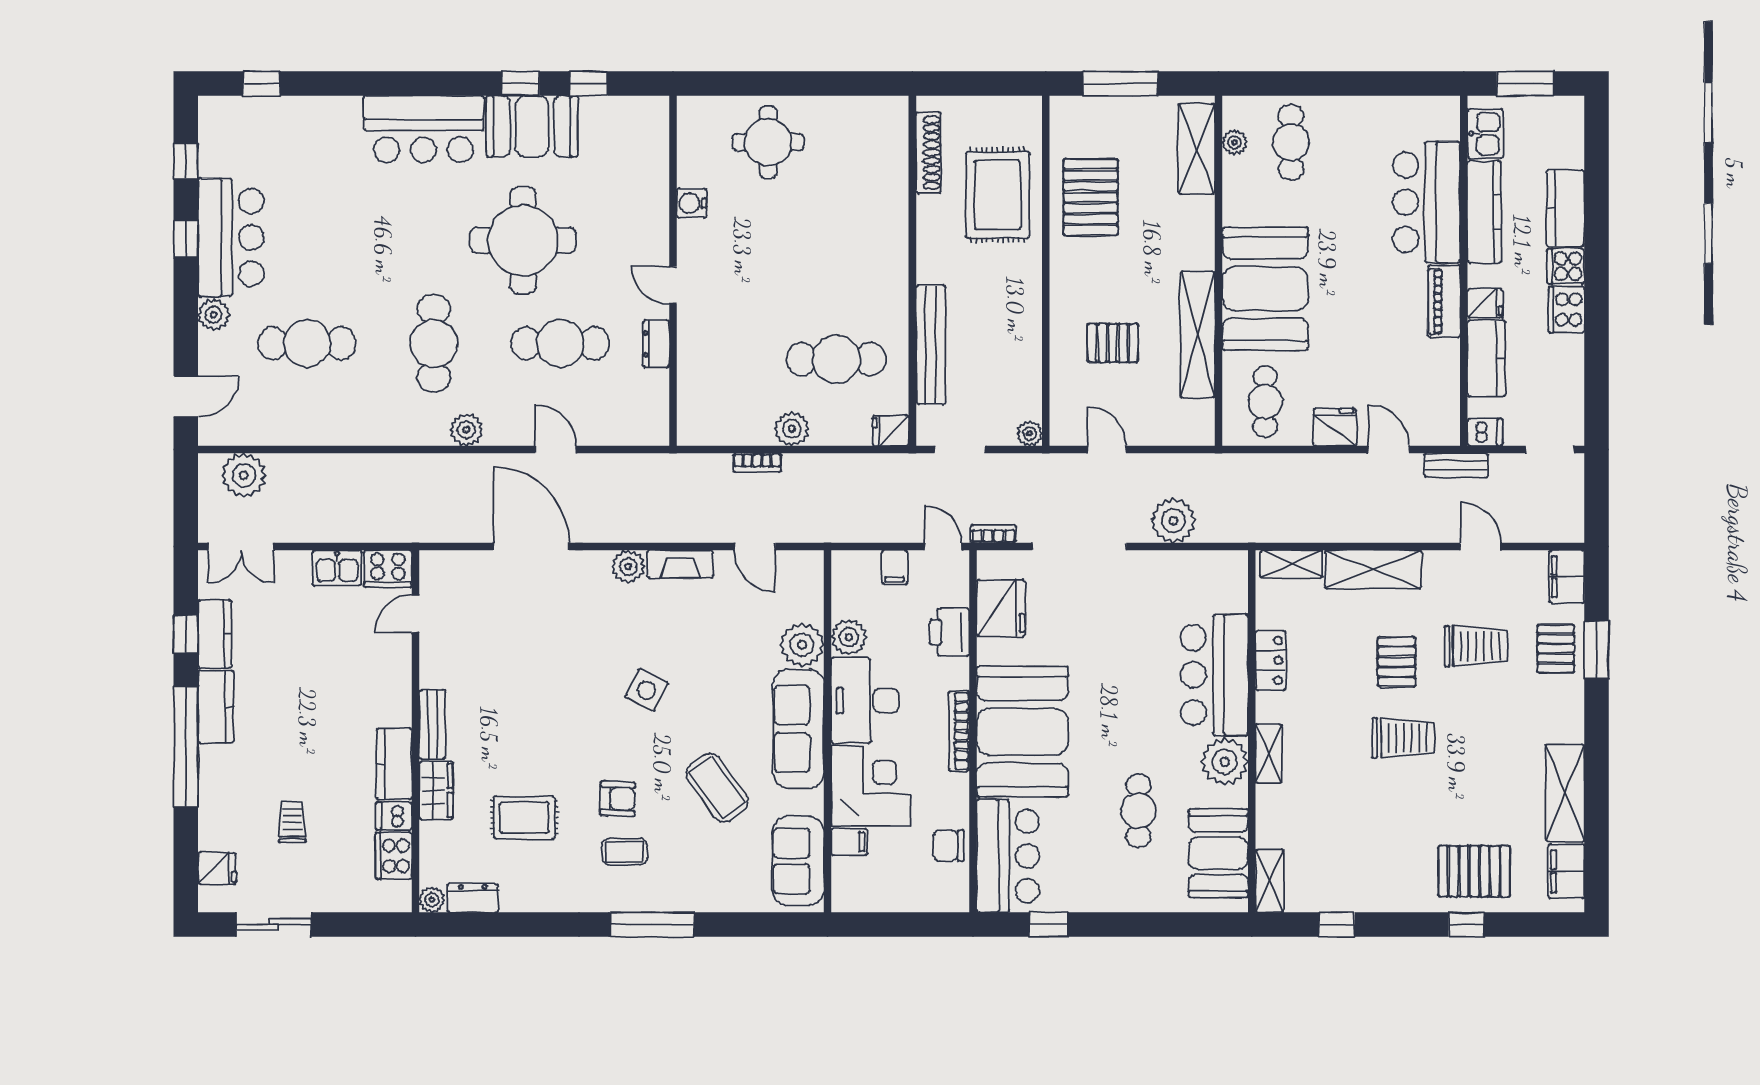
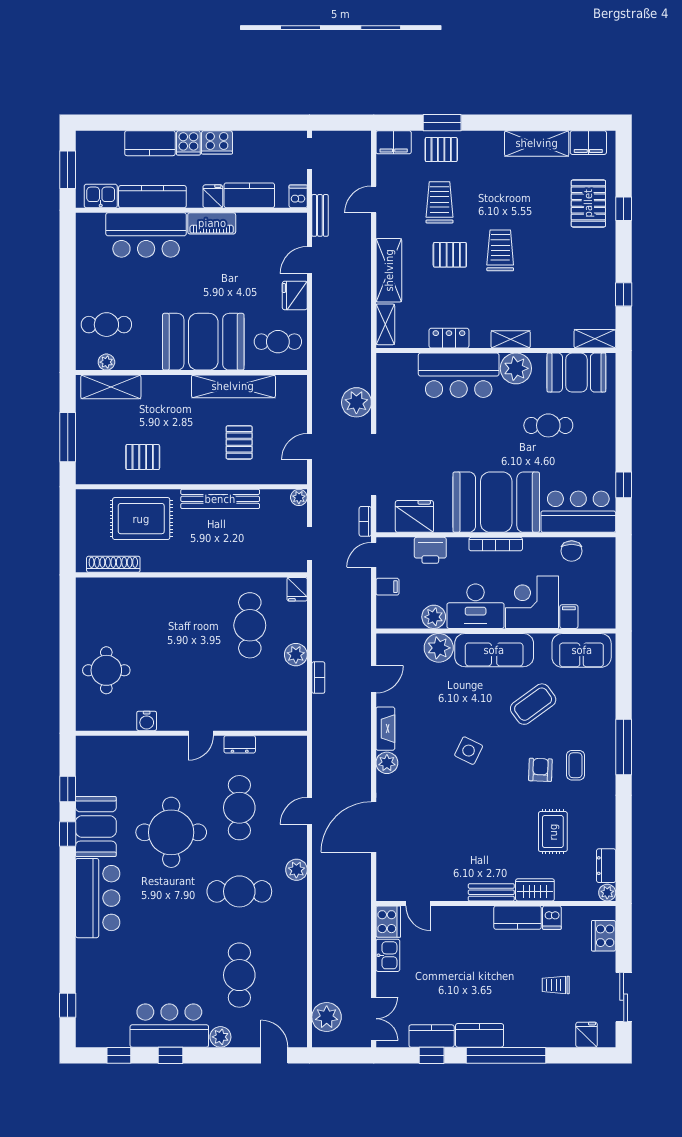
pallet: (1091, 197) -> (143, 457), width x0.67, depth x0.71
bench: (931, 345) -> (220, 499), moved
cooker: (394, 856) -> (604, 936), moved, turned 90

